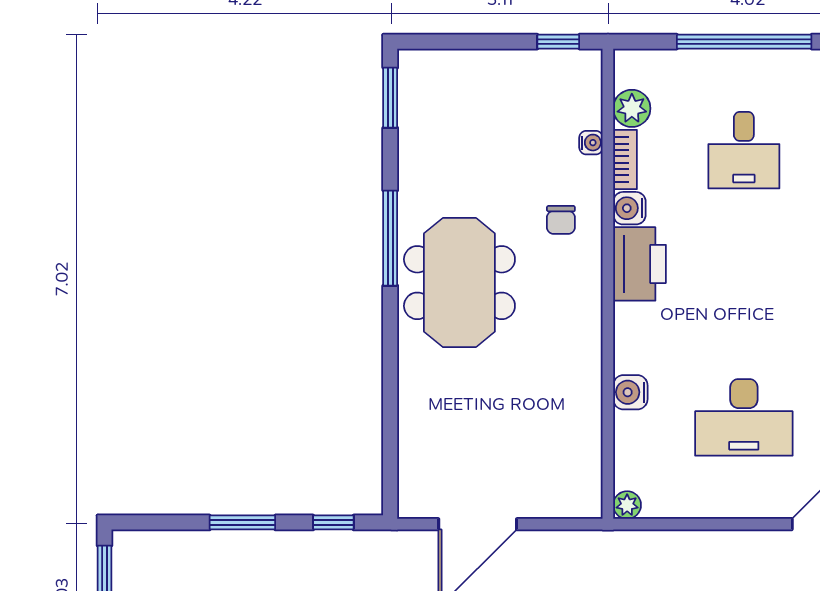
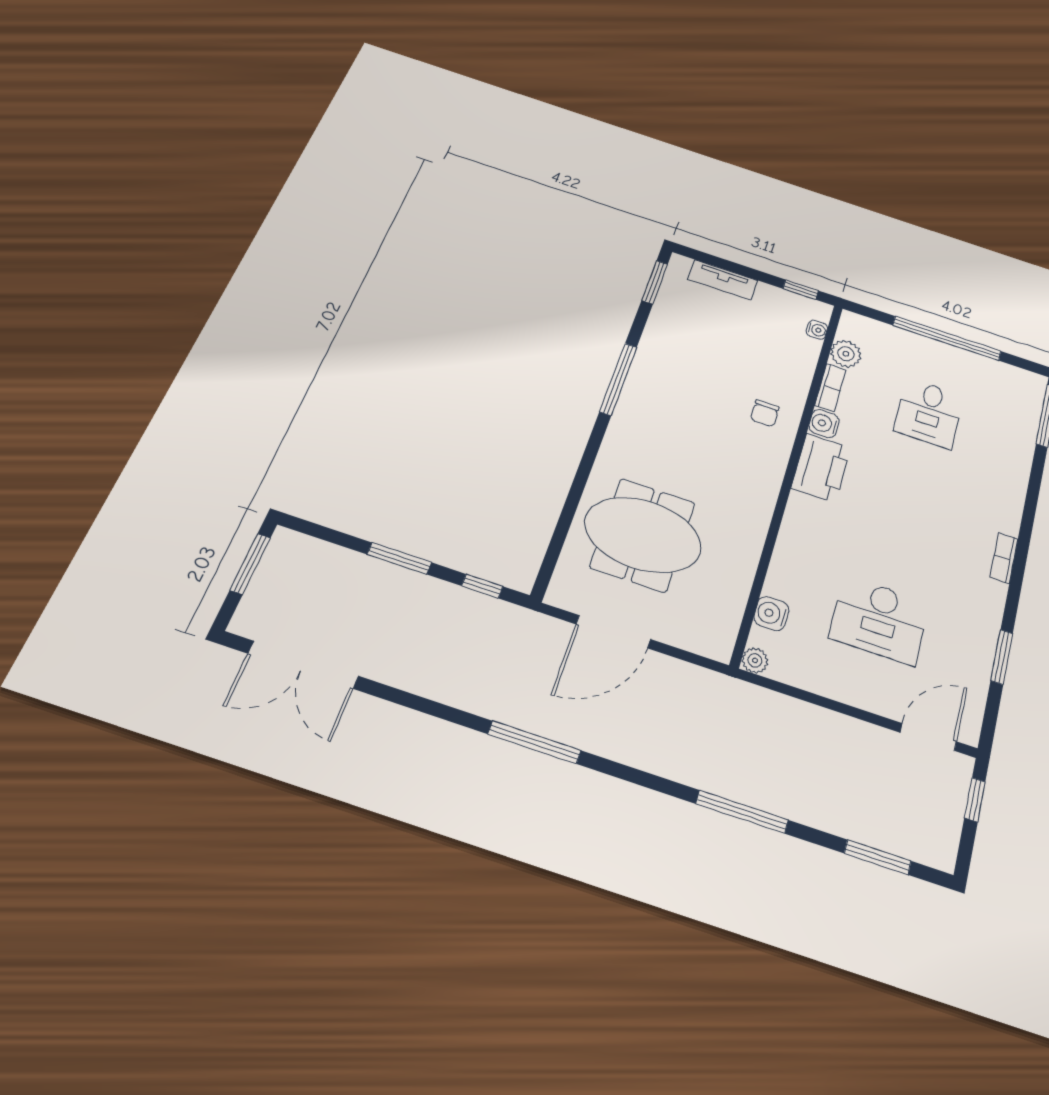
tv unit: (466, 64) -> (723, 280), added
water cooler: (591, 143) -> (817, 330), moved
meeting table: (459, 283) -> (643, 535), moved, turned 90
water cooler: (630, 392) -> (771, 614), moved

